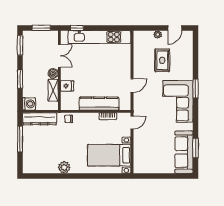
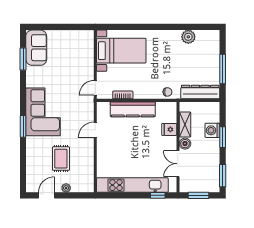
washing machine: (29, 104) -> (212, 130), moved
sofa: (184, 152) -> (36, 48), width x0.73
plant: (64, 167) -> (188, 37), moved

